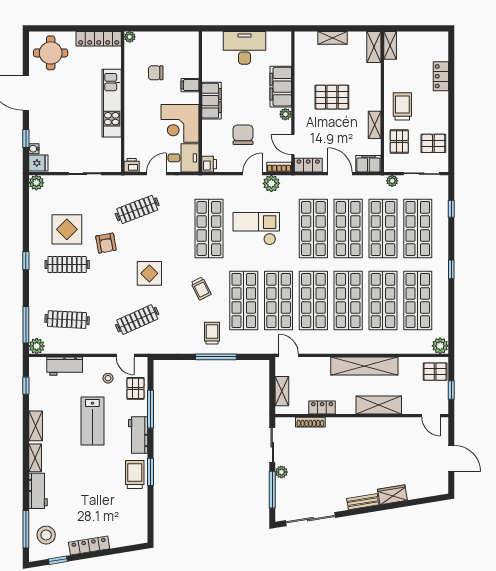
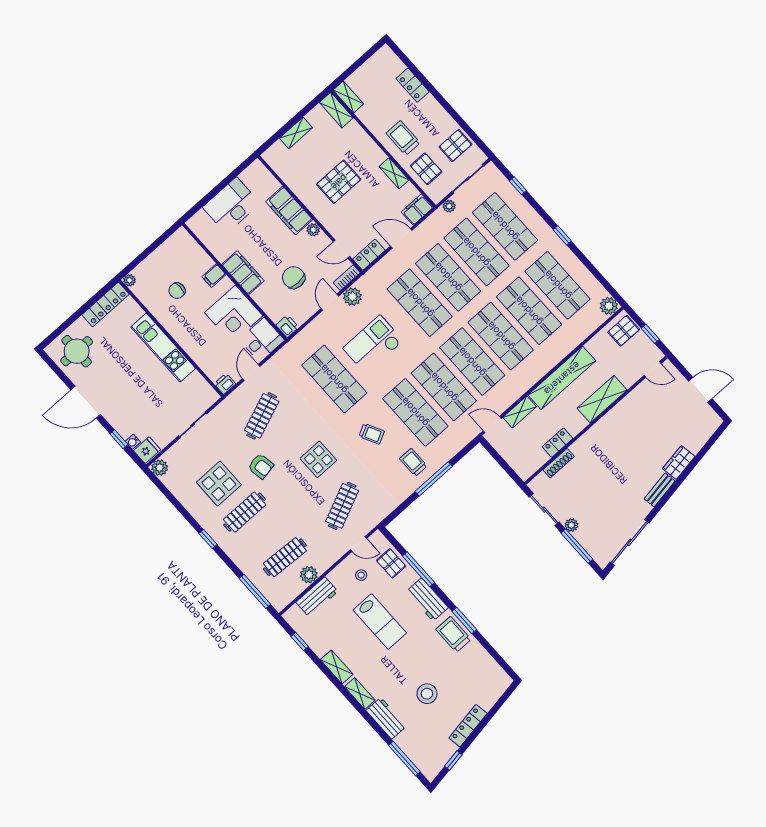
plant: (37, 346) -> (309, 575), moved
shelving: (282, 391) -> (520, 412), moved, turned 90
stool: (46, 535) -> (427, 694), moved

